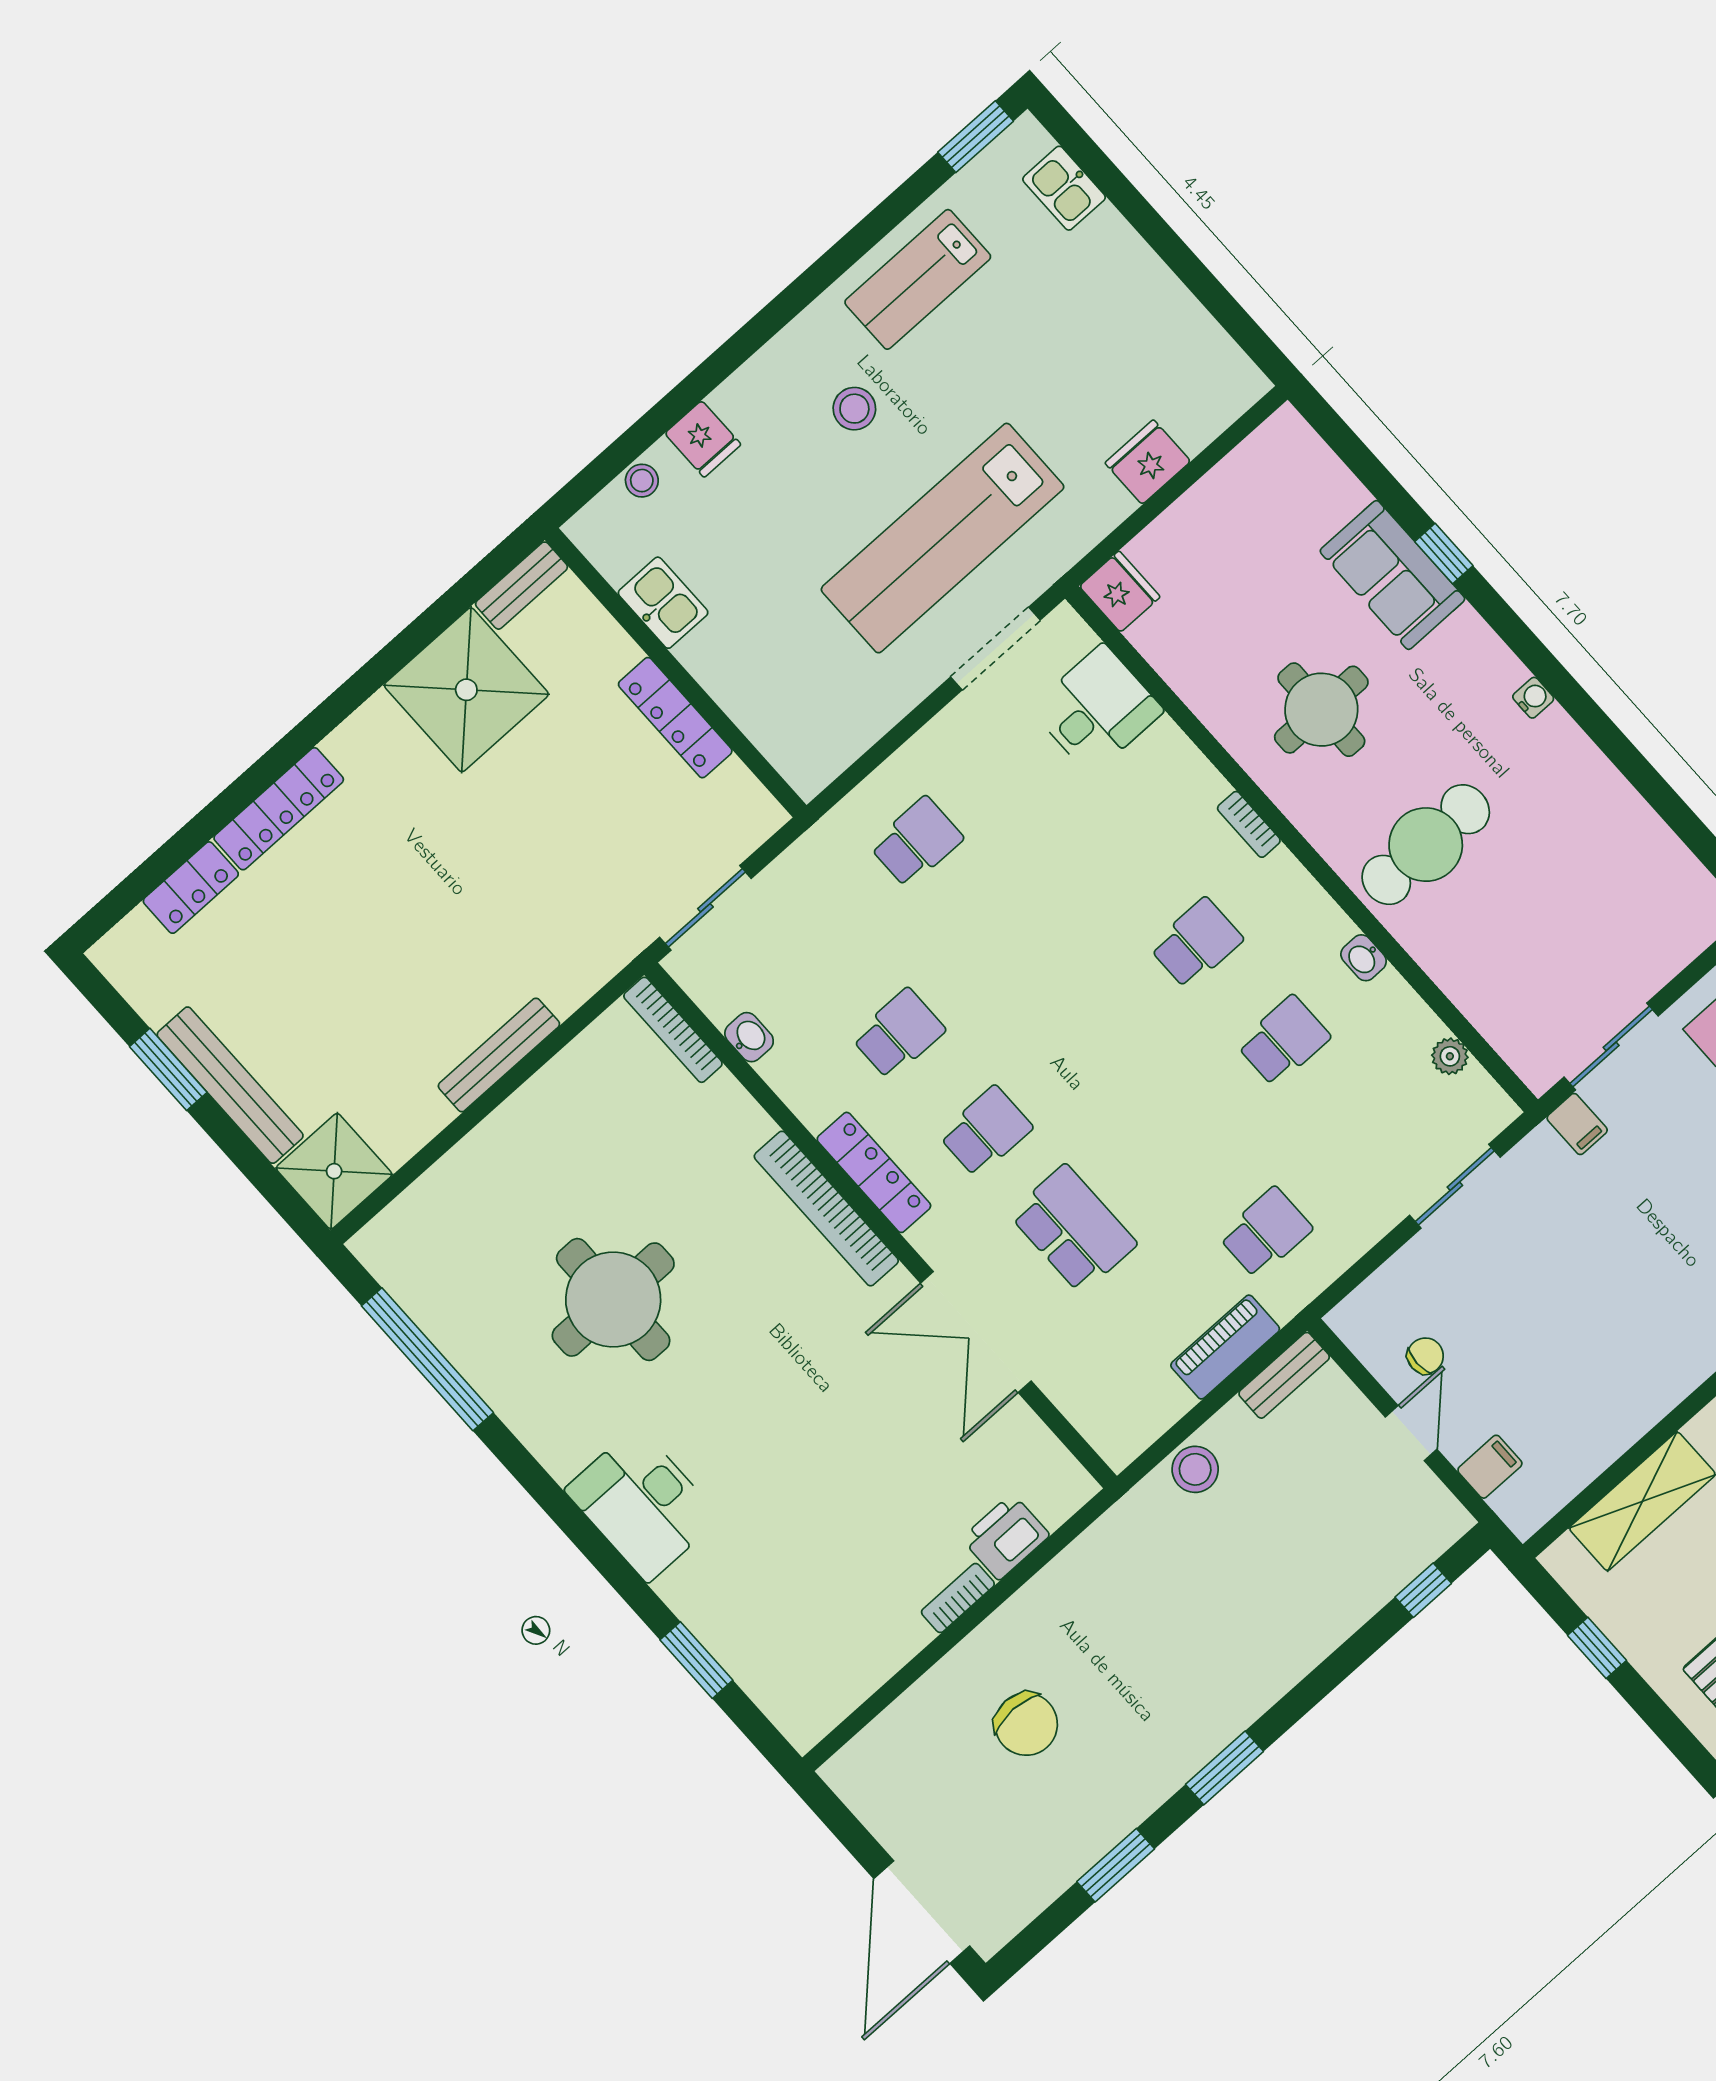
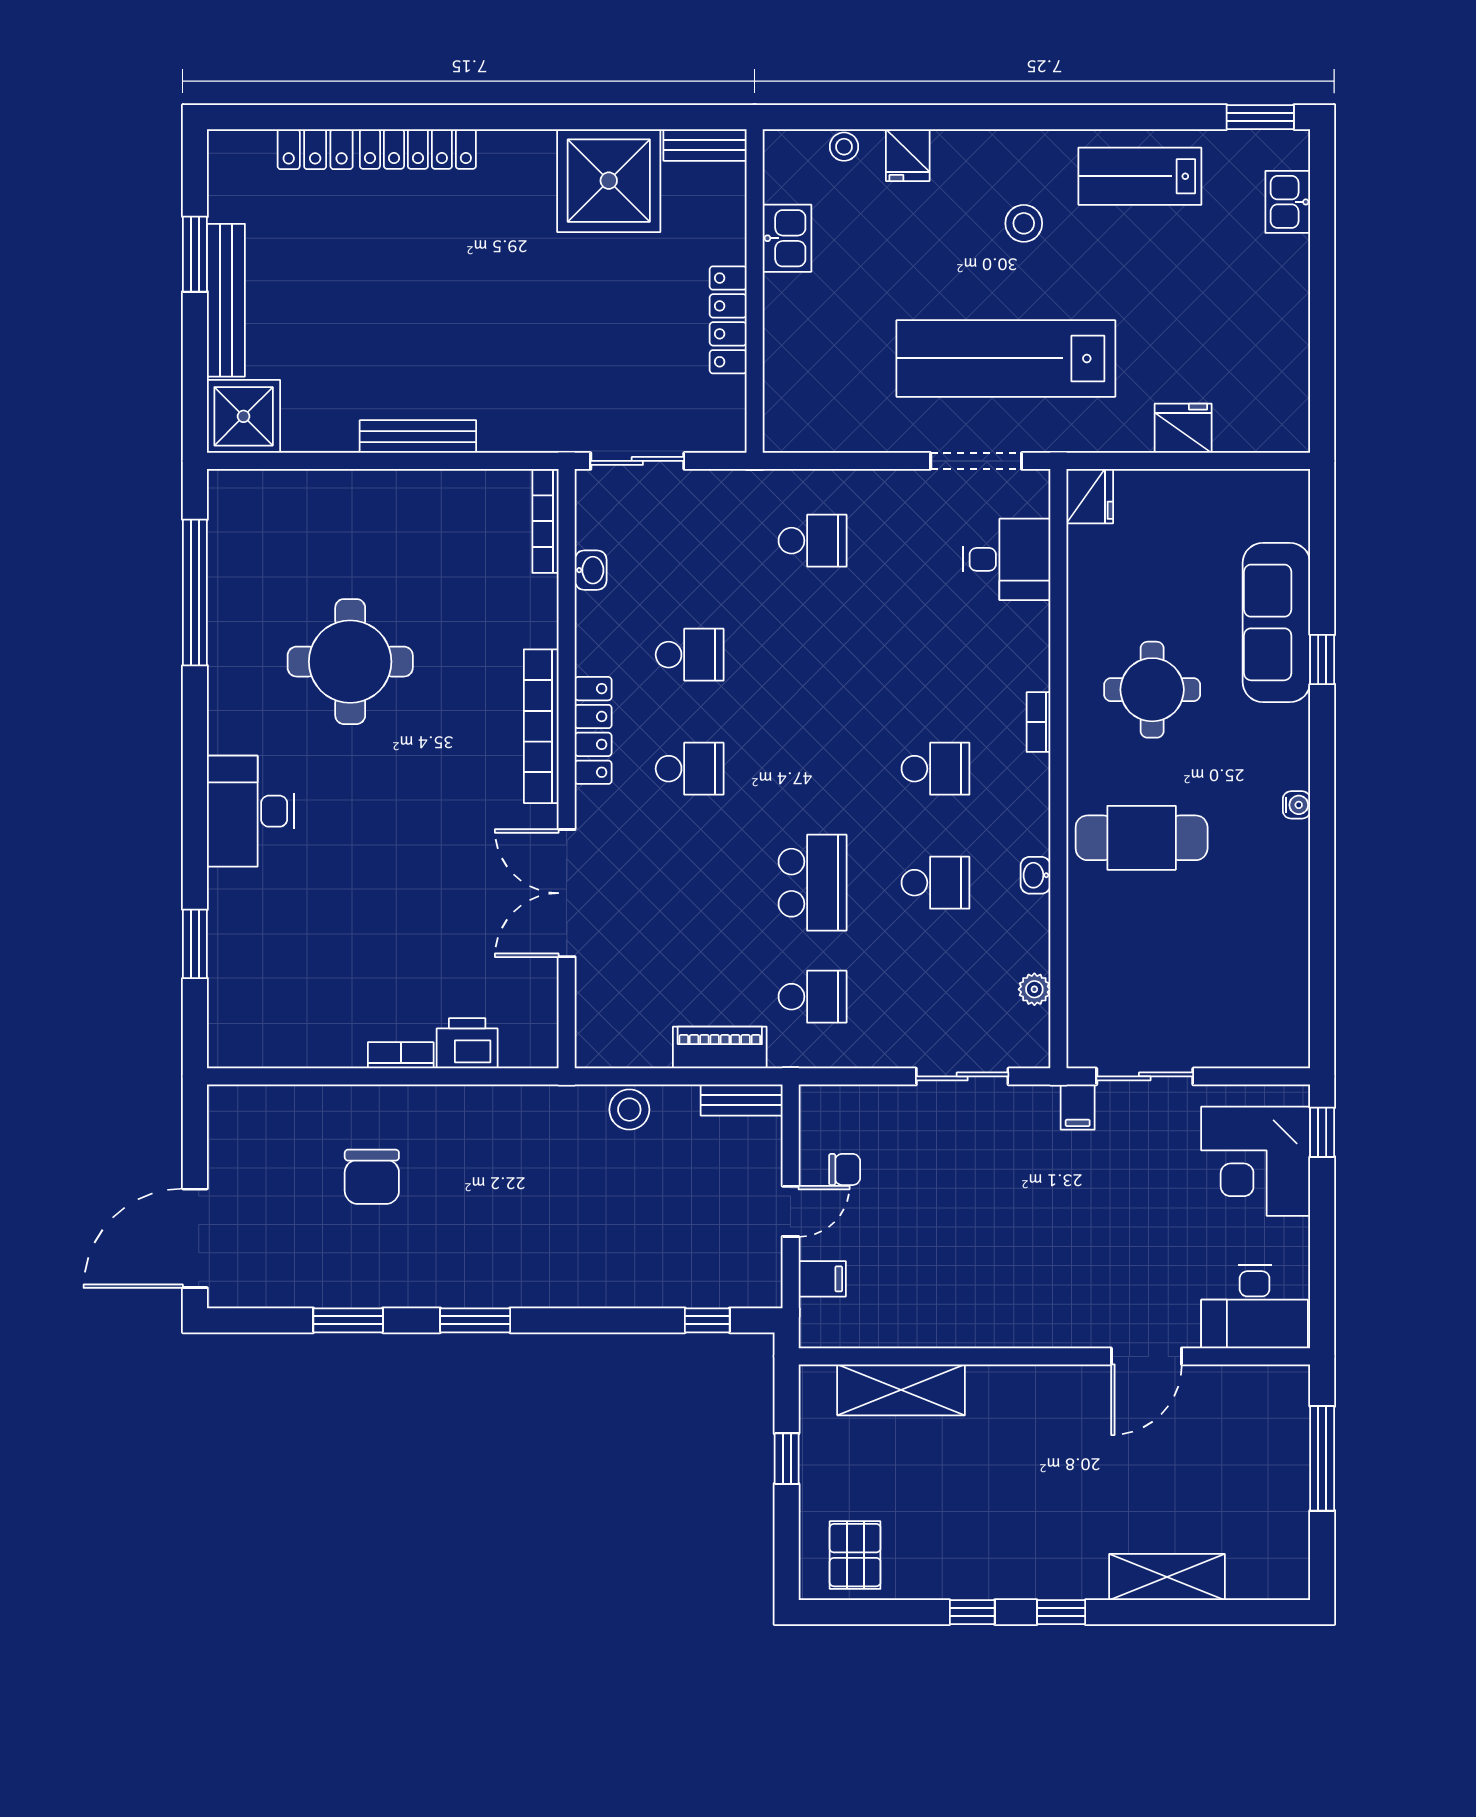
sofa: (1392, 575) -> (1276, 622), width x1.36
school desk: (1073, 1229) -> (813, 883), moved

